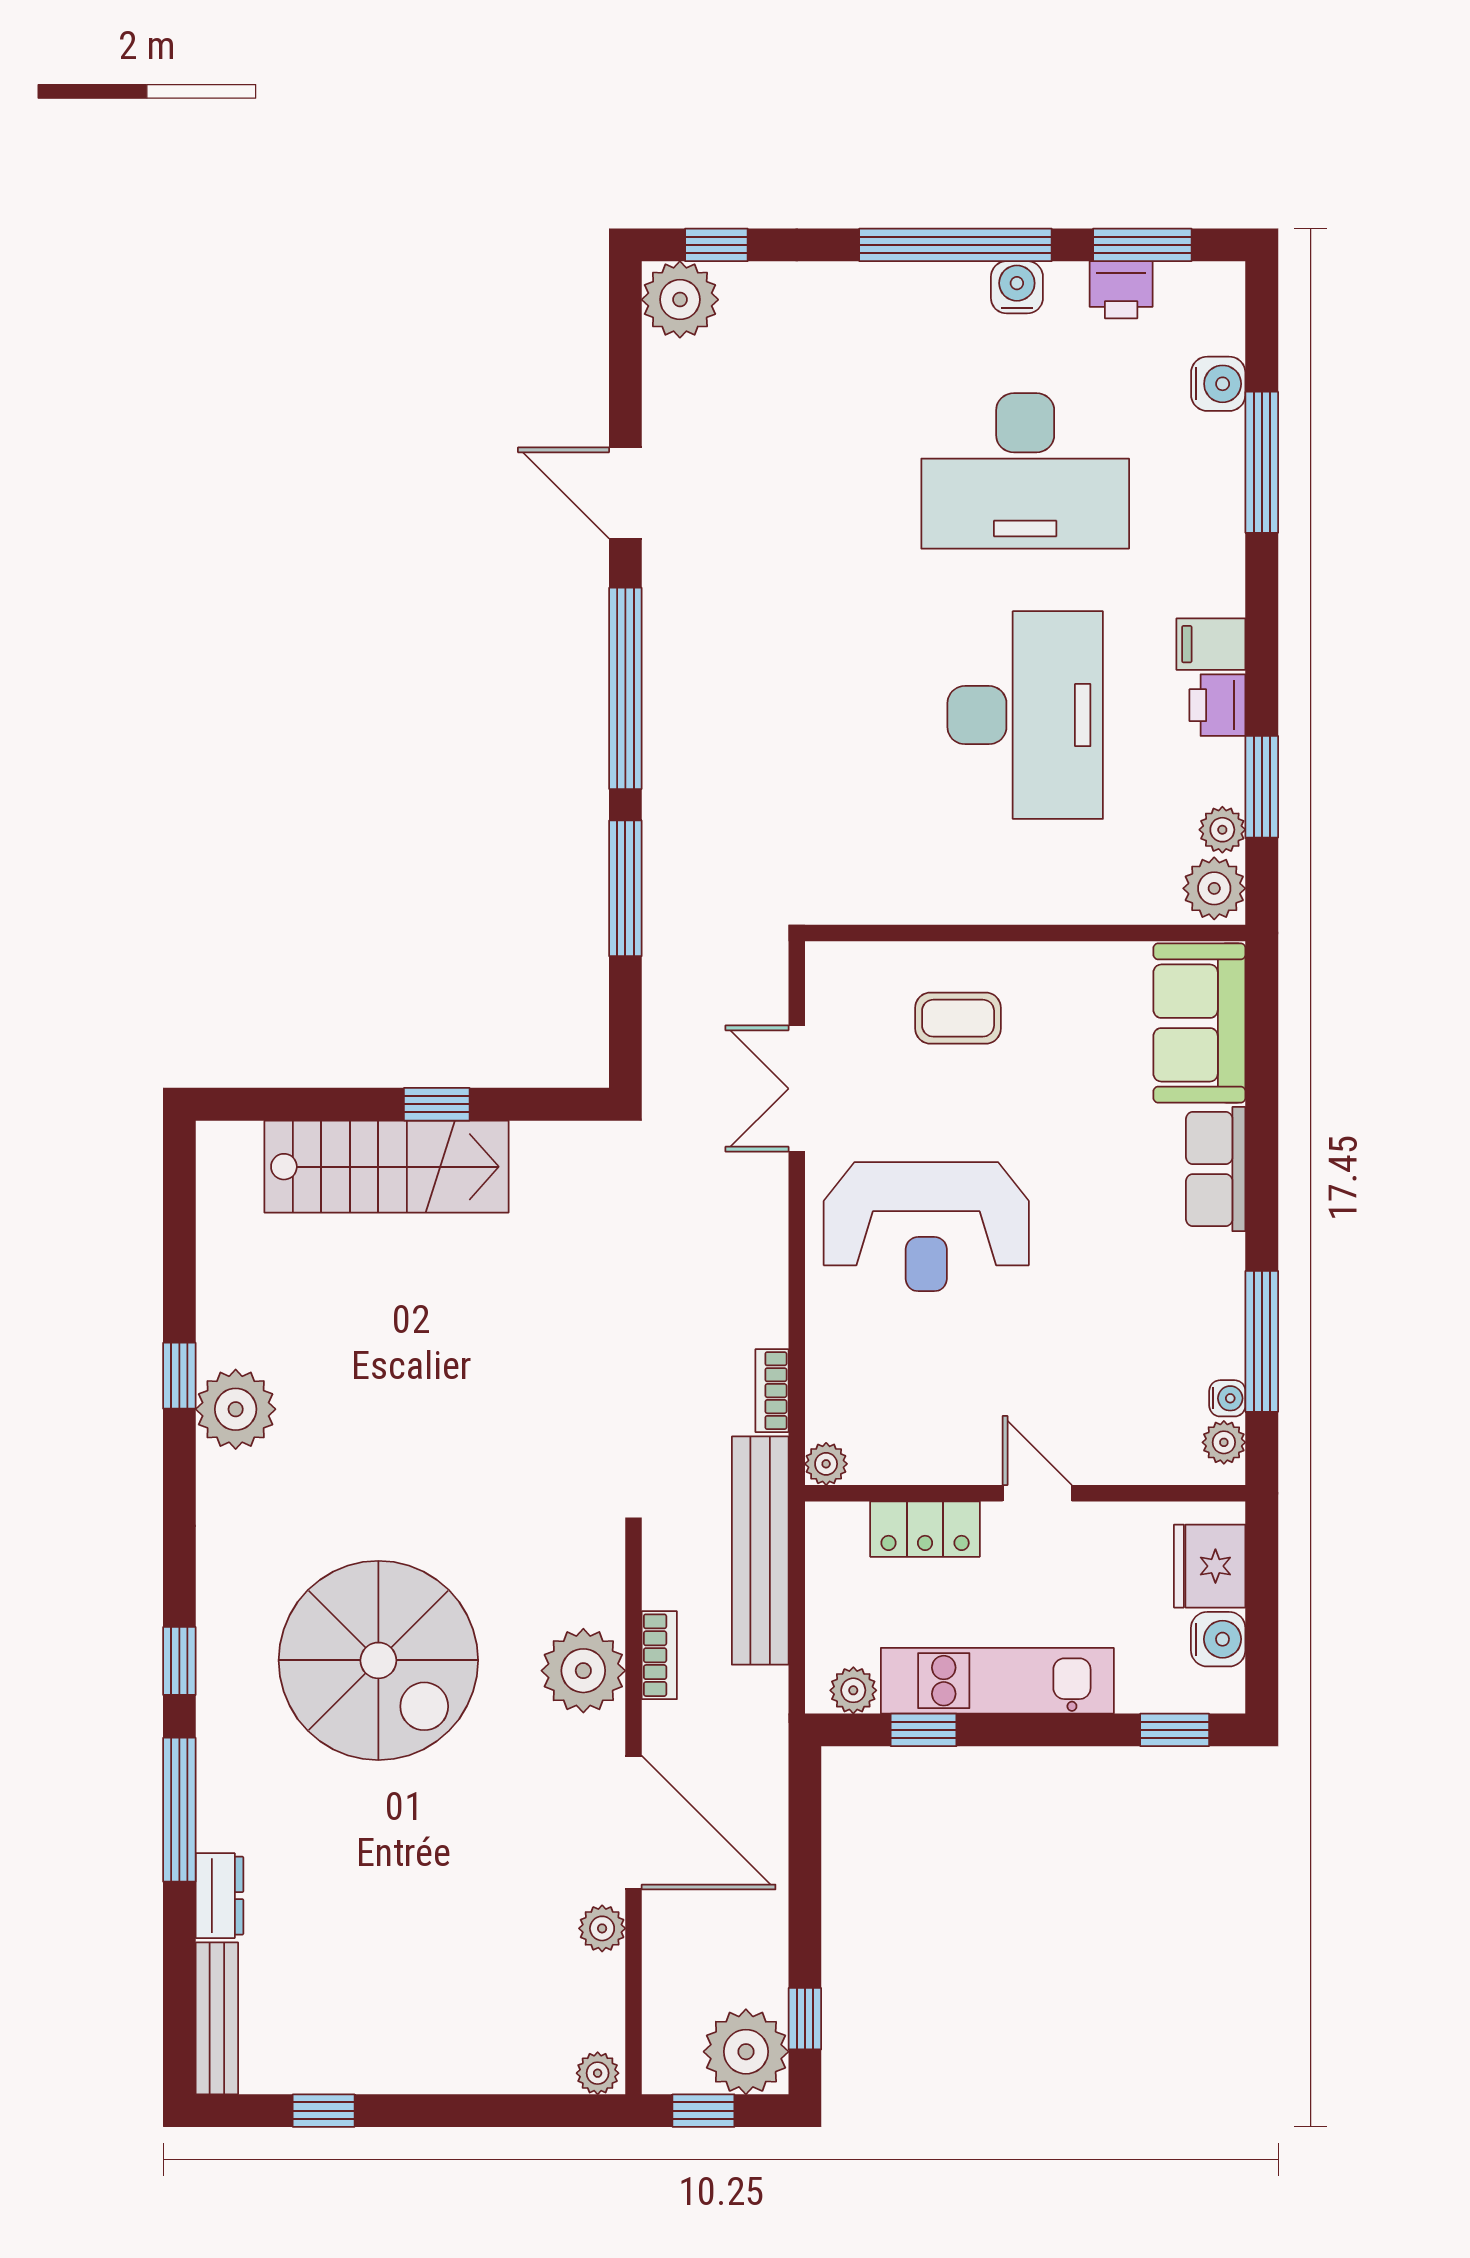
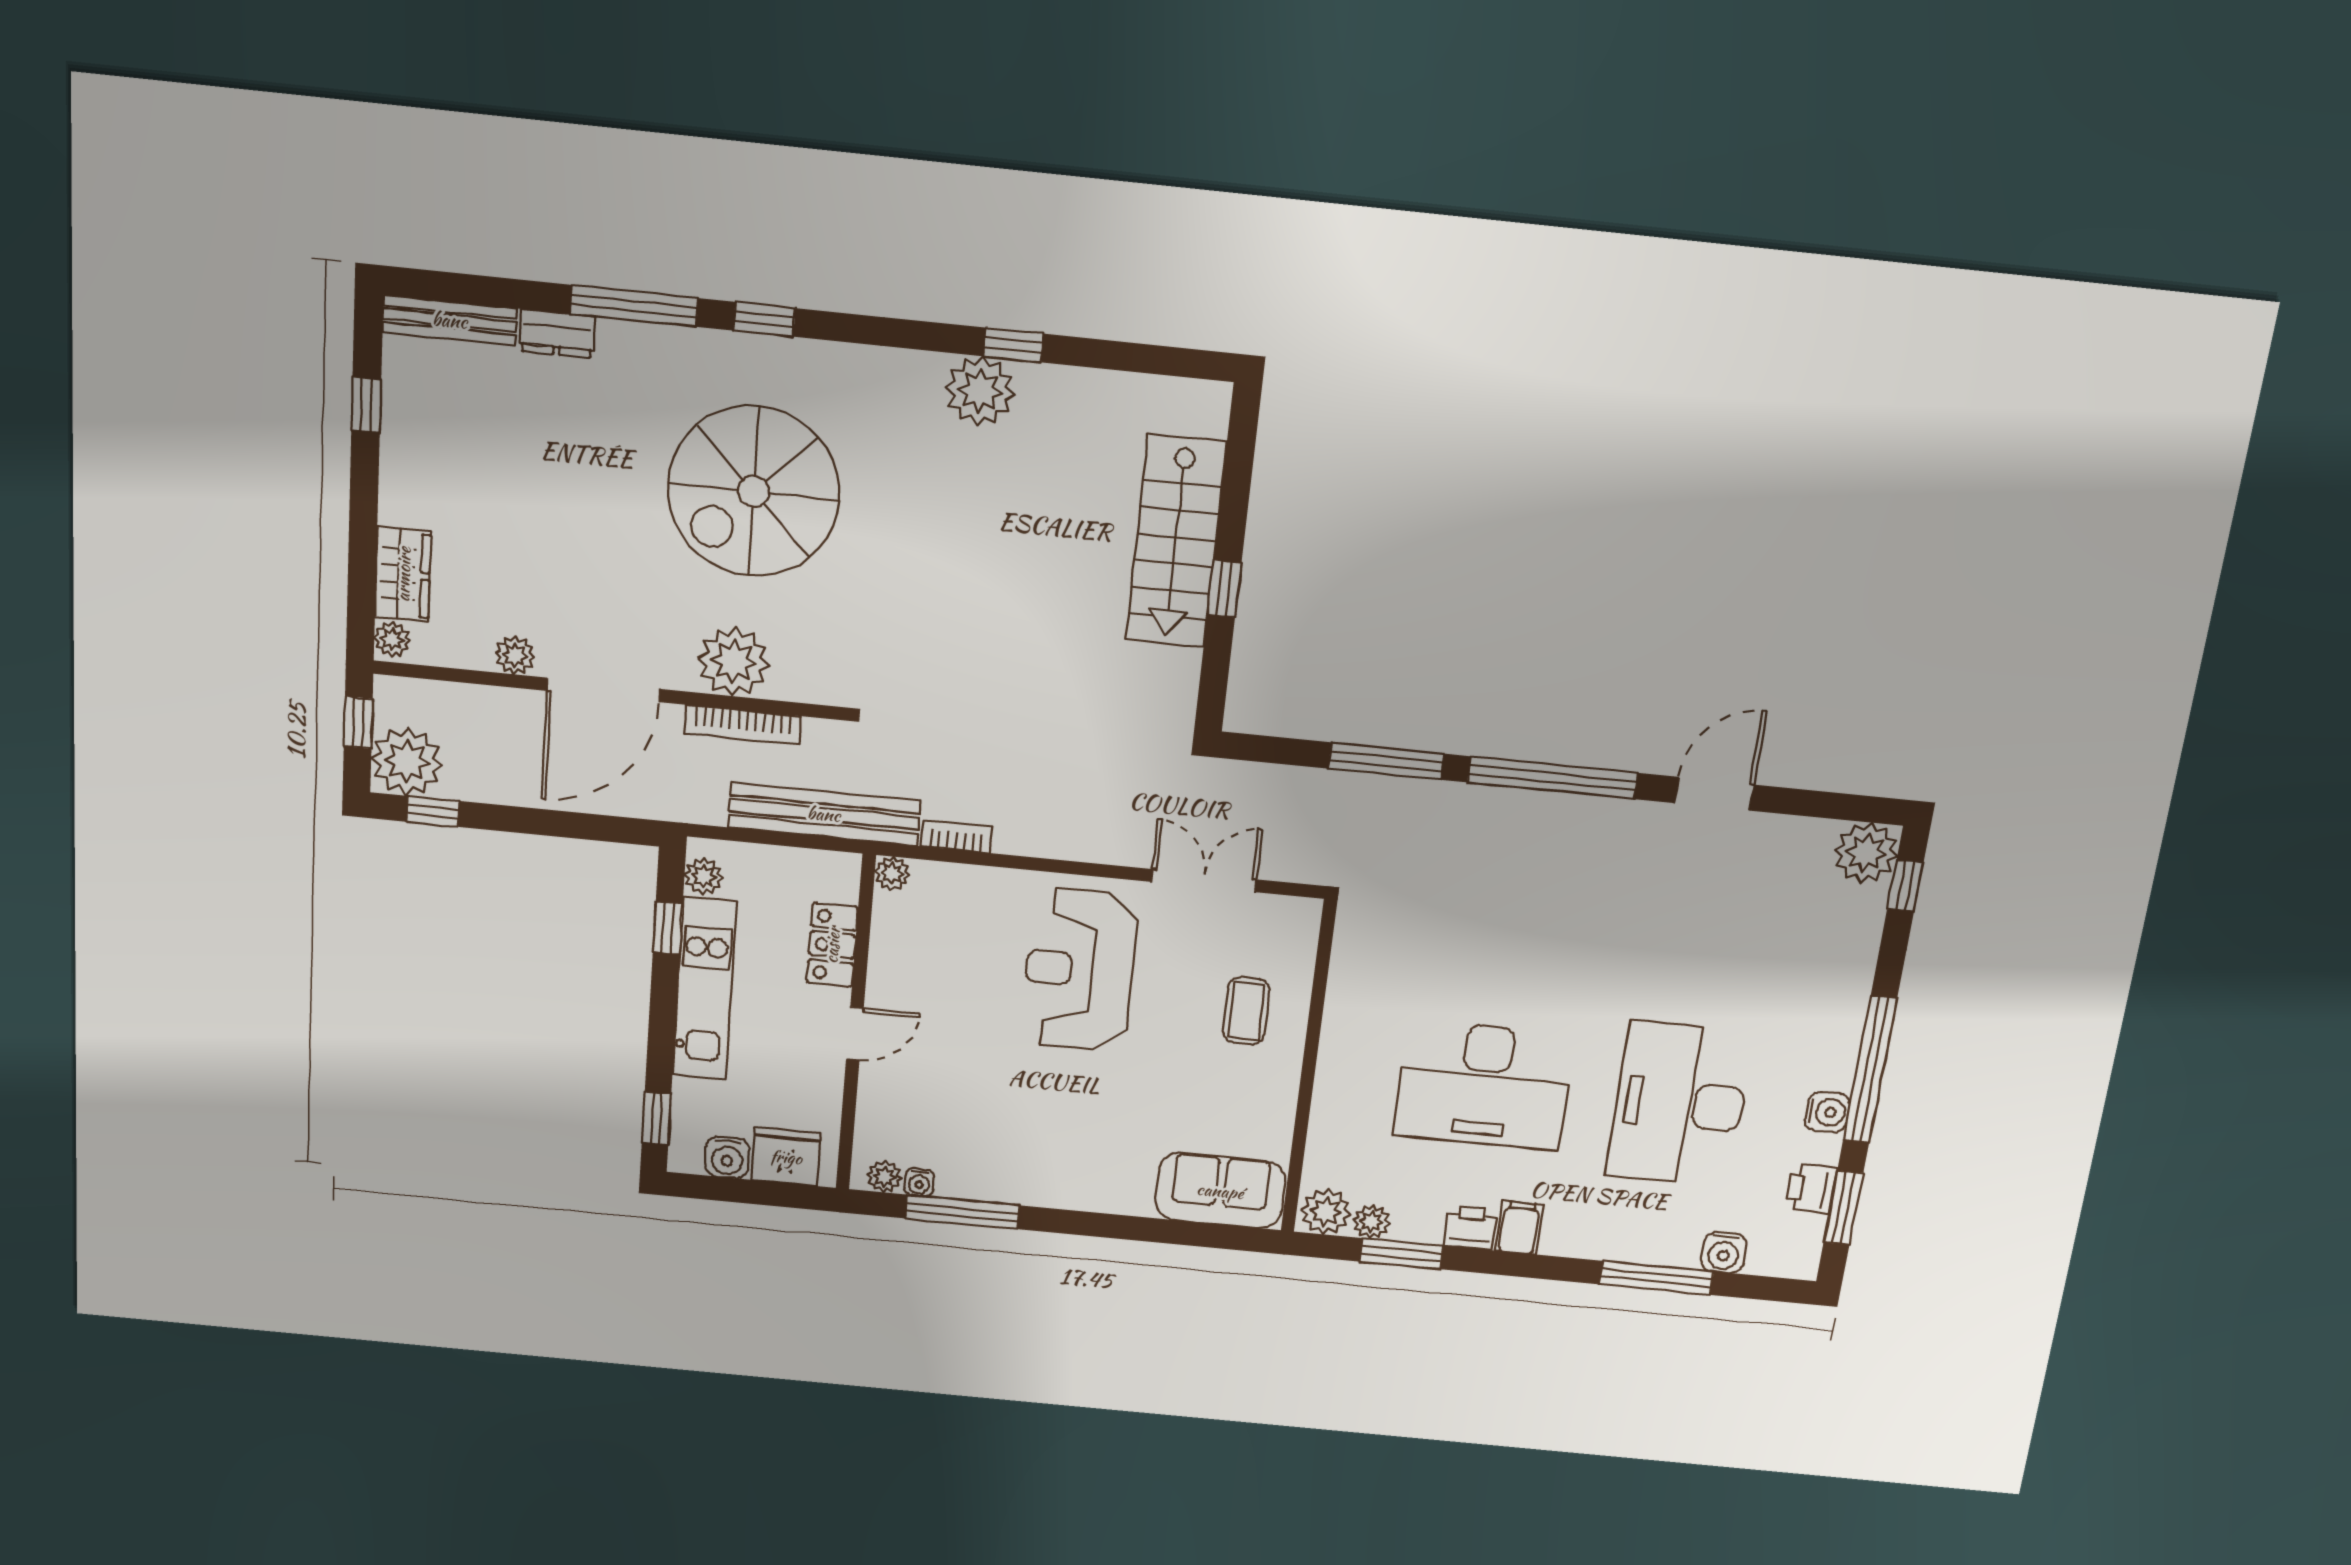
row of seats: (1216, 1169) -> (1103, 1191), removed
bookcase: (659, 1655) -> (743, 725), width x1.56
wardrobe: (518, 2063) -> (403, 574), added

